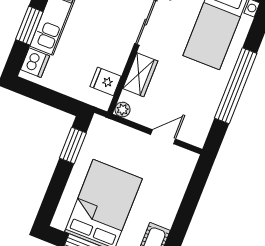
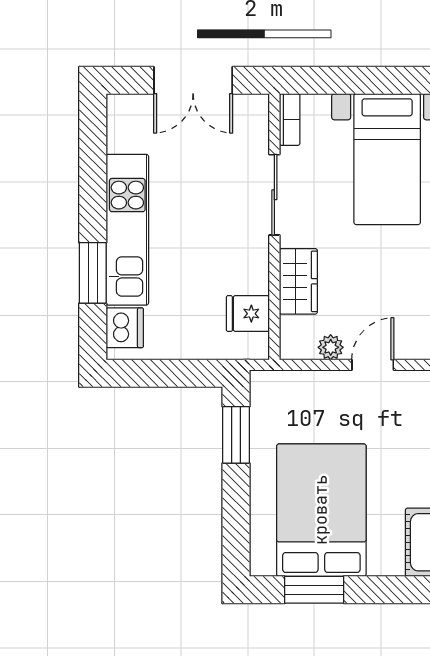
plant: (122, 110) -> (331, 347), moved

